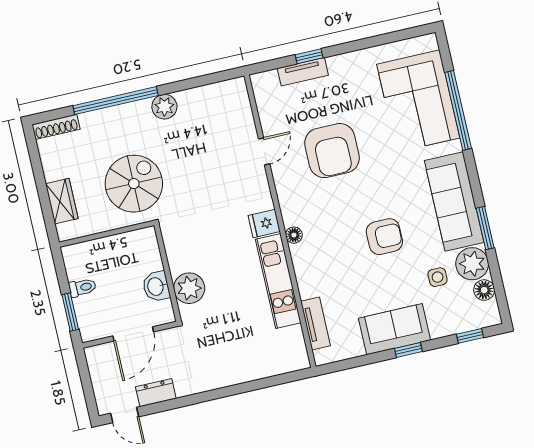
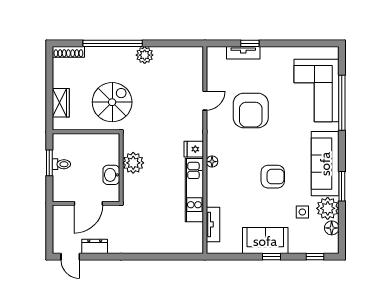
plant: (189, 288) -> (133, 163), moved
window: (70, 312) -> (49, 163), moved

